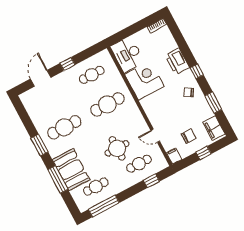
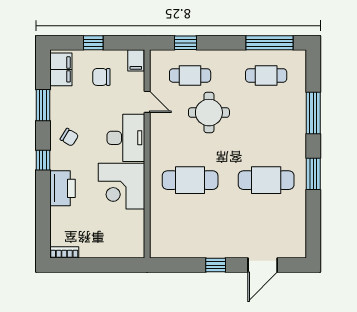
desk: (127, 54) -> (126, 138), moved
cafe table: (92, 75) -> (190, 232), removed
booth: (71, 170) -> (288, 117), removed

